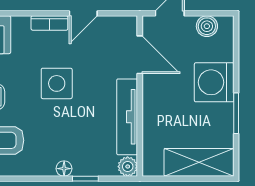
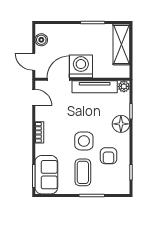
door: (83, 13) -> (34, 97), moved
washing machine: (214, 82) -> (81, 66), moved, turned 180
side table: (57, 83) -> (84, 141), moved
floor lamp: (64, 169) -> (121, 124), width x1.89, depth x1.89

